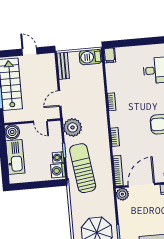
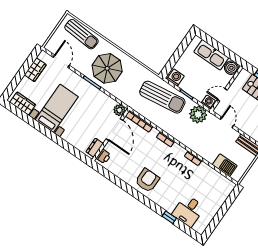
filing cabinet: (110, 55) -> (228, 185), removed
barbecue: (91, 57) -> (225, 165), moved, turned 90
washing machine: (58, 158) -> (208, 102), moved

